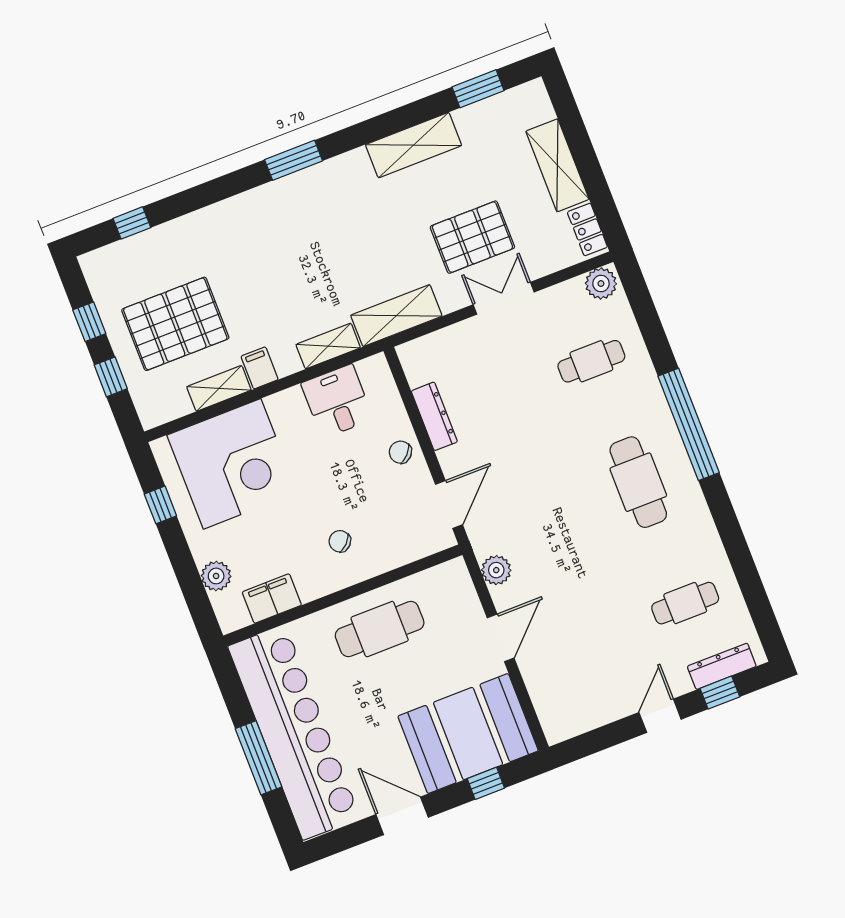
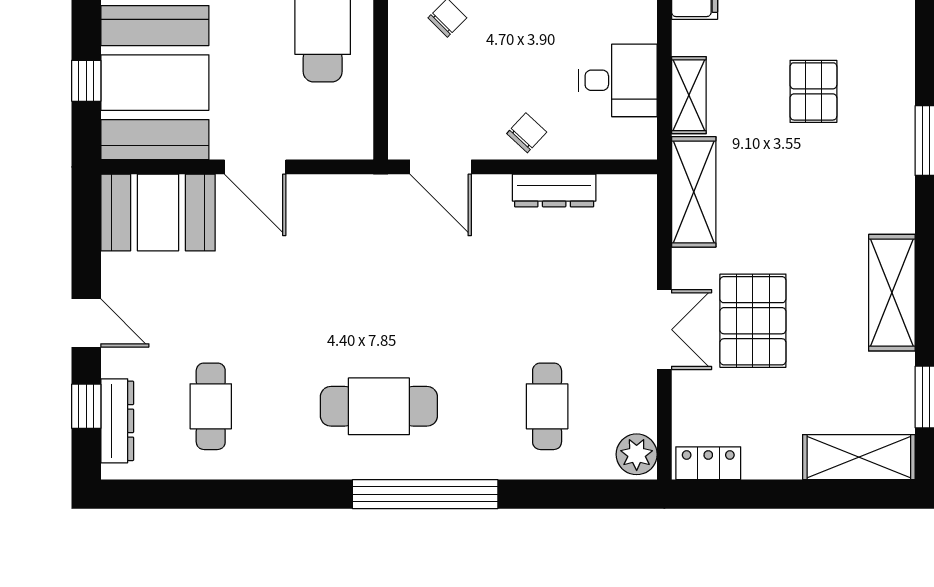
shelving: (557, 165) -> (859, 457), moved
pallet: (291, 258) -> (813, 91), added
plant: (496, 570) -> (339, 193), removed
booth: (561, 695) -> (158, 213), added

